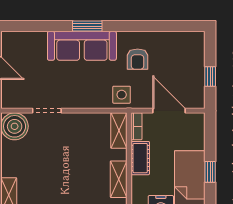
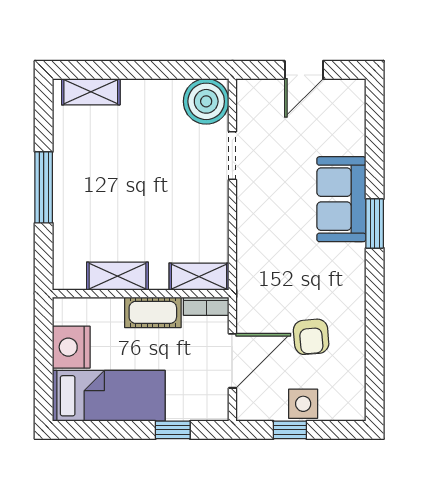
sofa: (82, 46) -> (341, 199), width x0.73
armchair: (138, 59) -> (311, 337), moved, turned -95
side table: (122, 95) -> (303, 404), moved
window: (210, 172) -> (173, 430), moved

